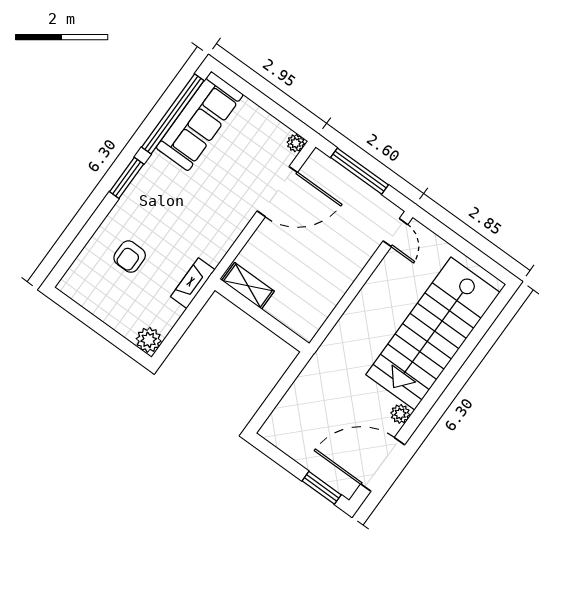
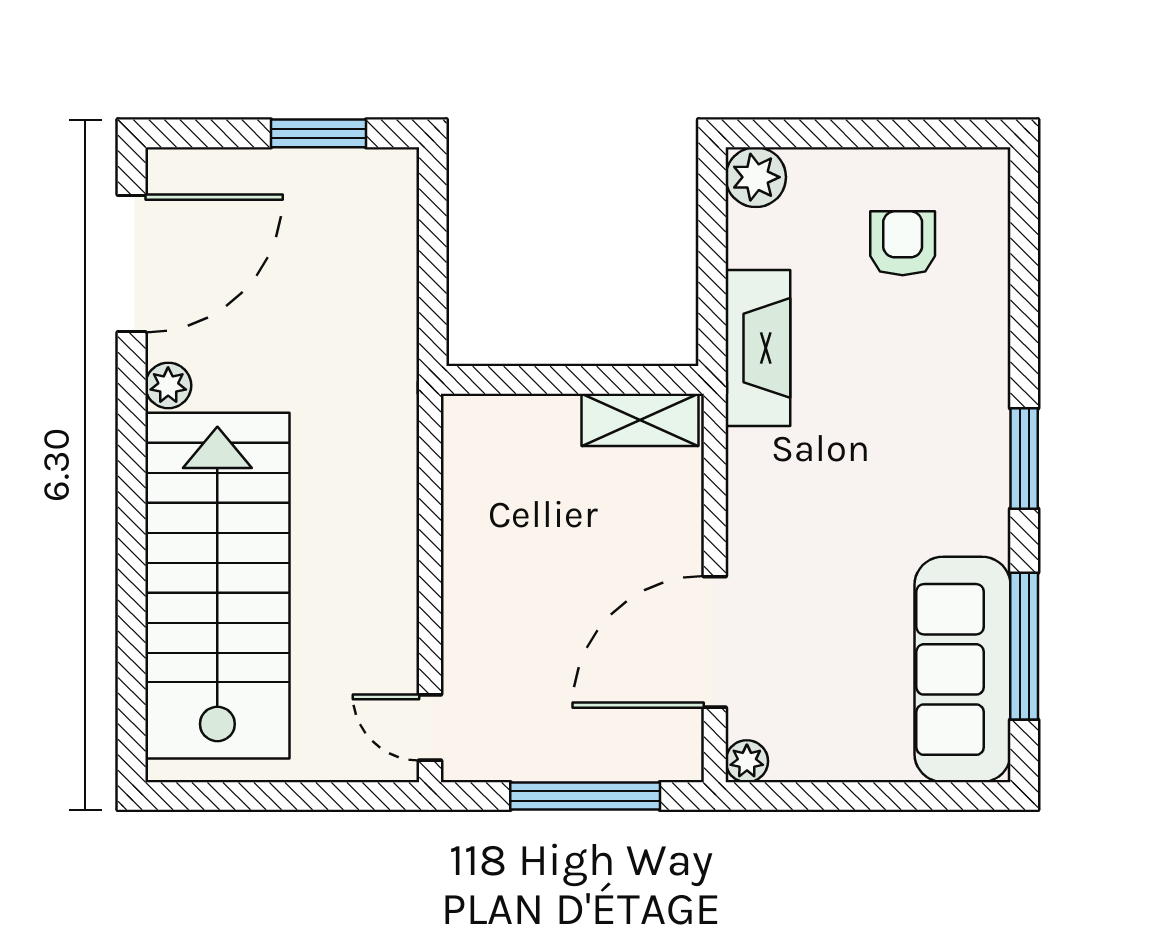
window: (173, 114) -> (1024, 646), width x0.68
armchair: (130, 257) -> (903, 243), moved
fireplace: (193, 283) -> (758, 348), width x1.37, depth x1.32
window: (322, 488) -> (319, 133), moved

